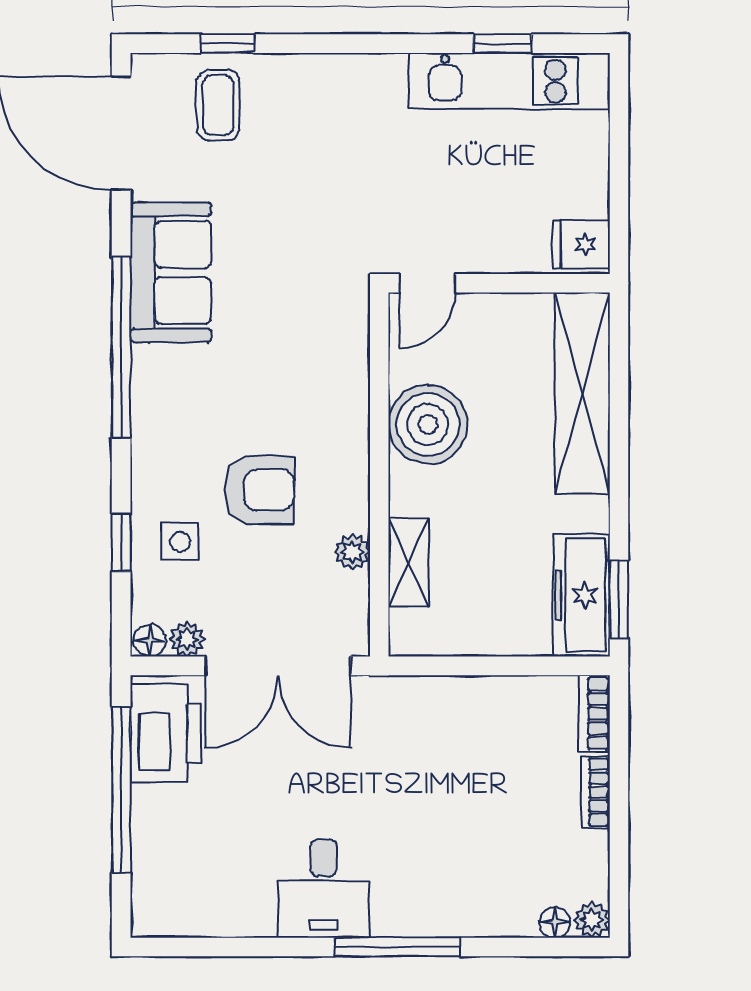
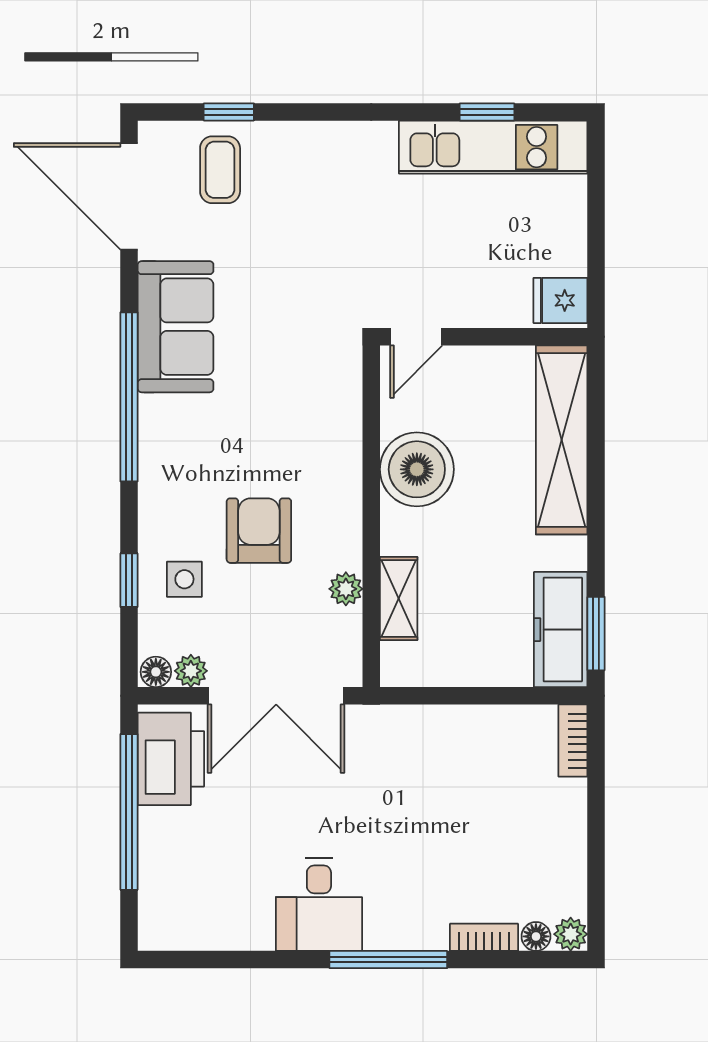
armchair: (260, 490) -> (259, 531), turned -90
bookcase: (595, 792) -> (484, 937), moved, turned 90

